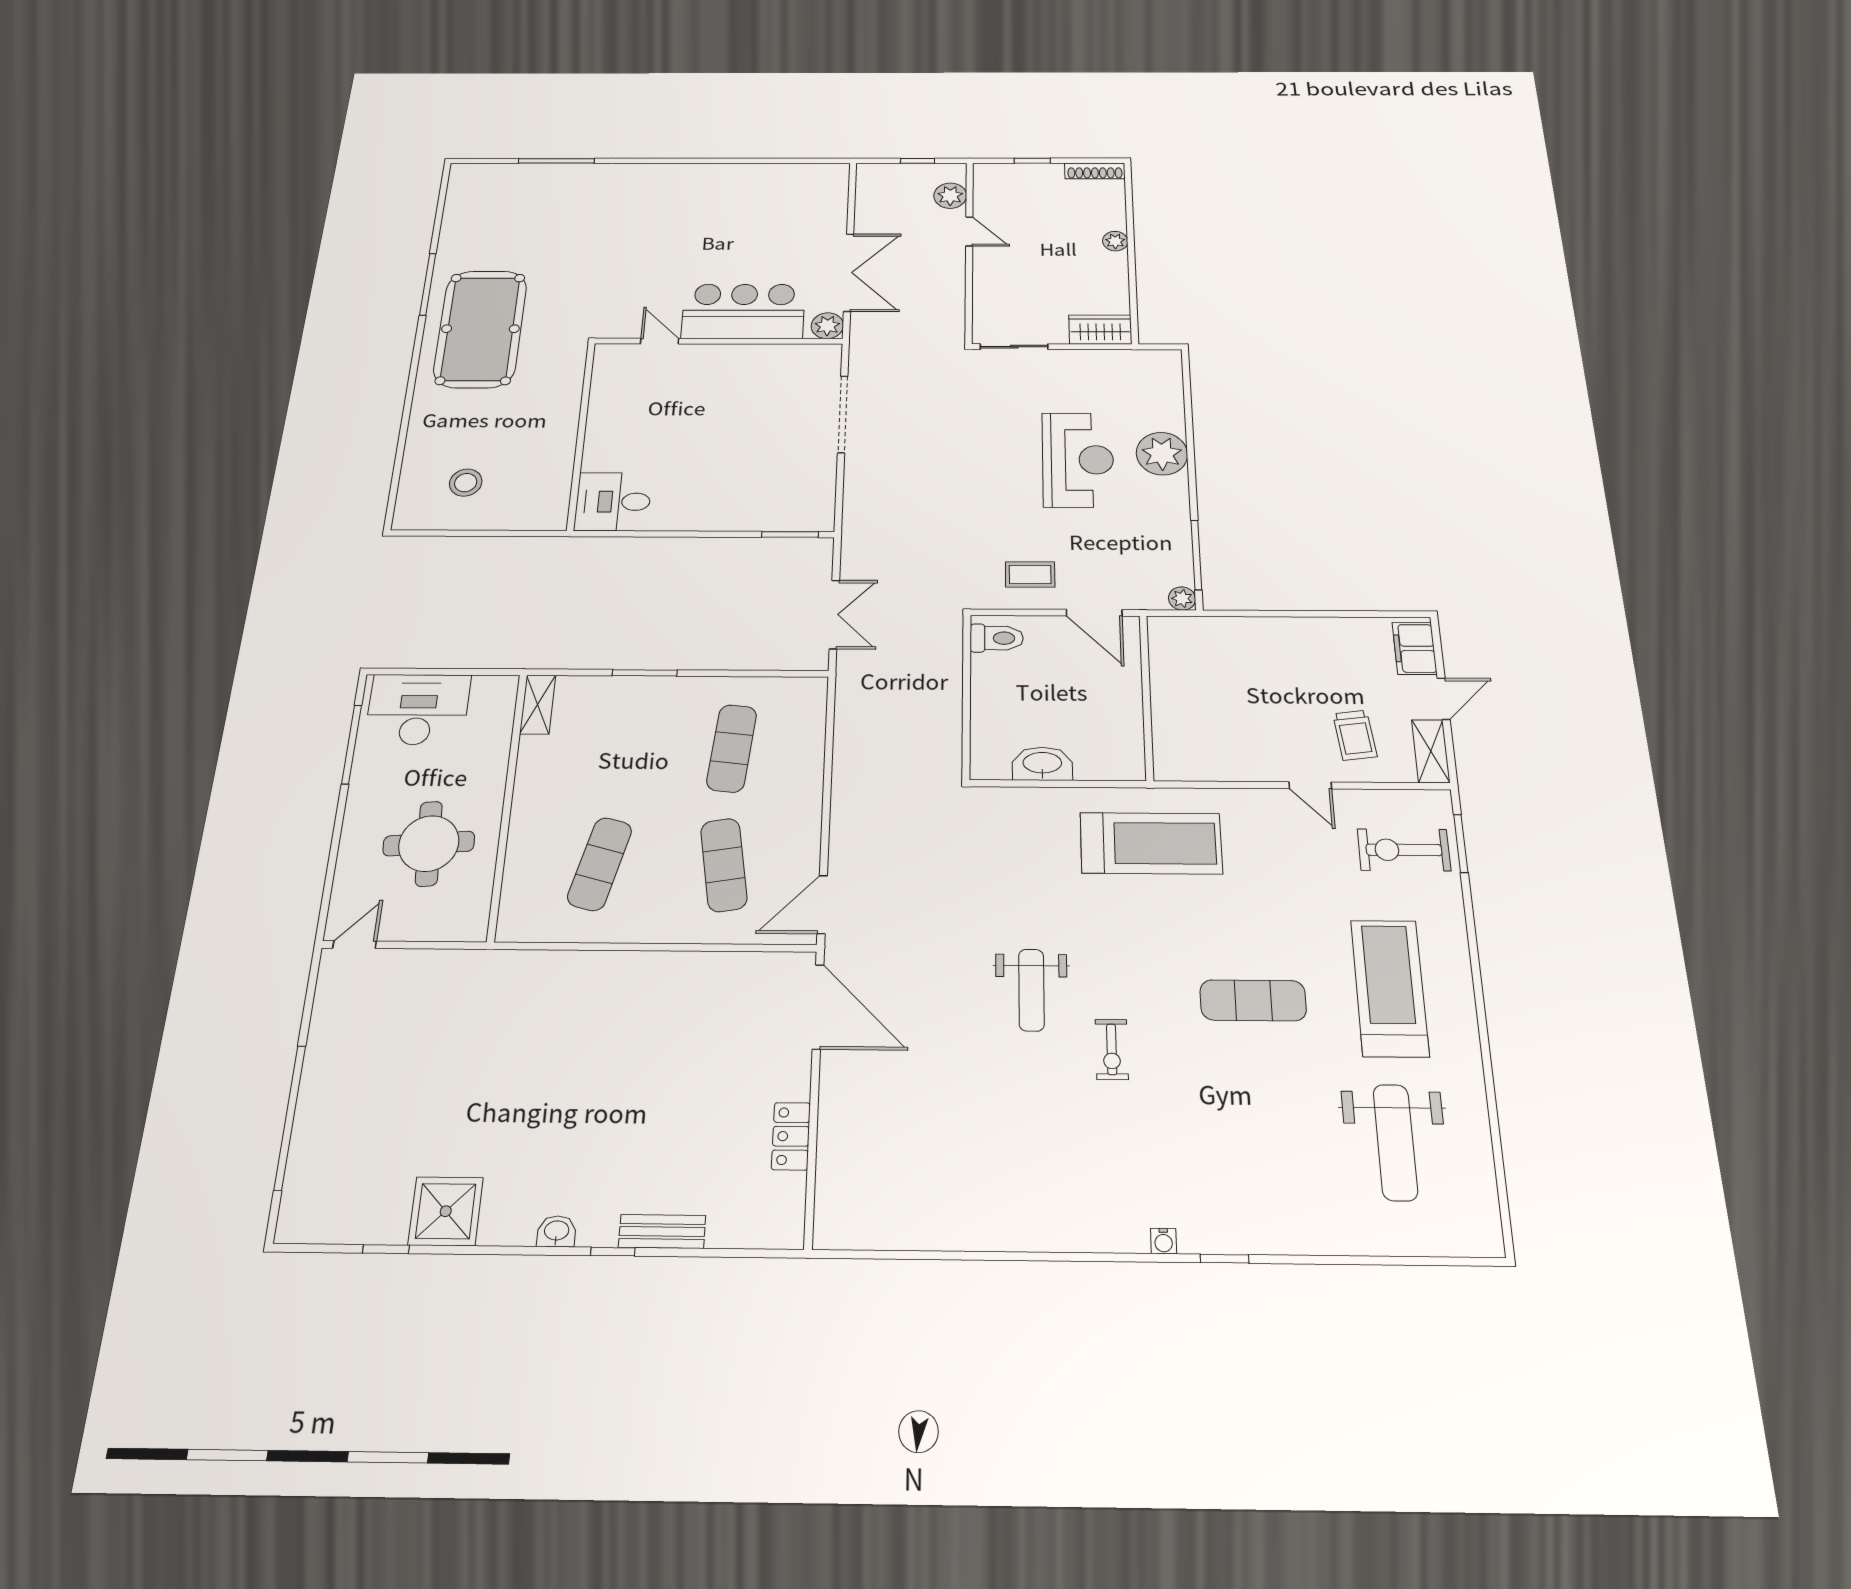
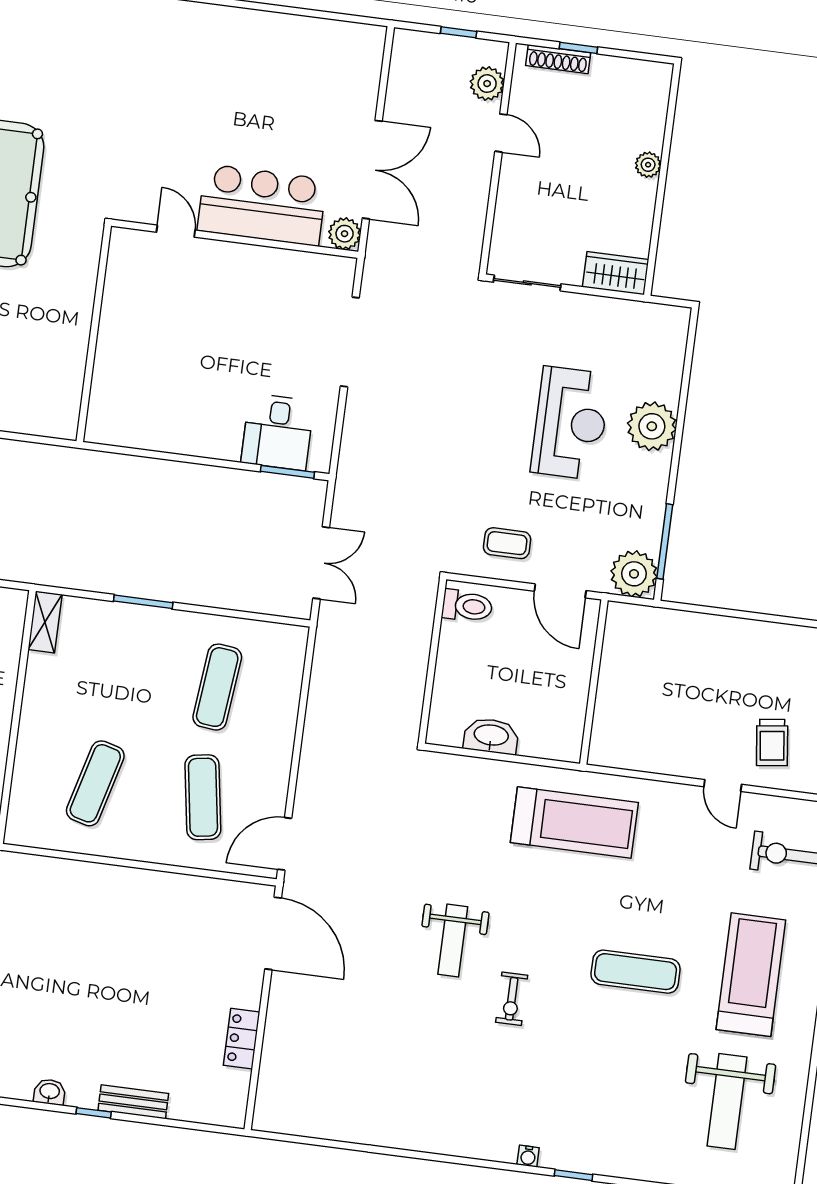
shoe rack: (1095, 171) -> (558, 59), moved
desk: (613, 502) -> (278, 432), moved, turned -90
plant: (1182, 598) -> (634, 574), width x1.88, depth x1.88

